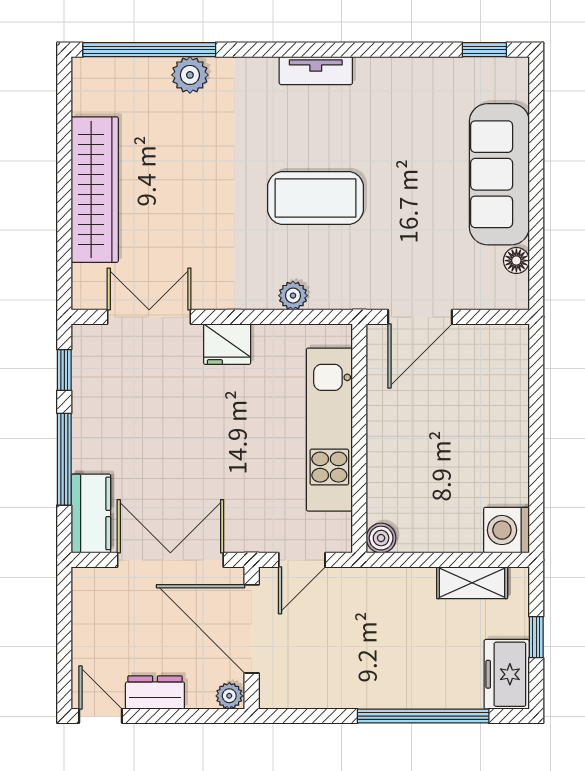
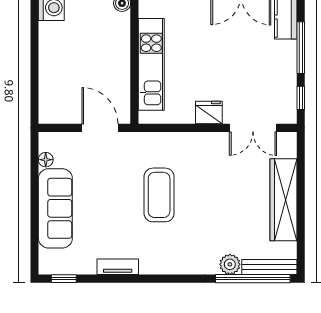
bench: (120, 70) -> (269, 267), added
tv unit: (316, 71) -> (118, 267), moved
coffee table: (315, 198) -> (159, 195), turned 90
plant: (293, 296) -> (172, 140), removed
door: (420, 317) -> (100, 128), hinge flipped

